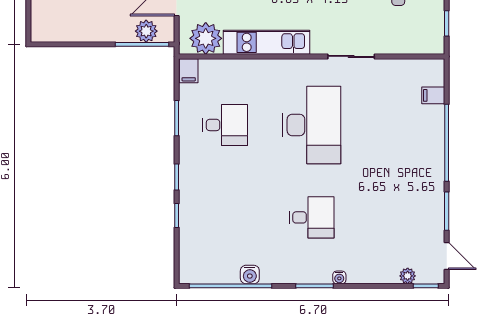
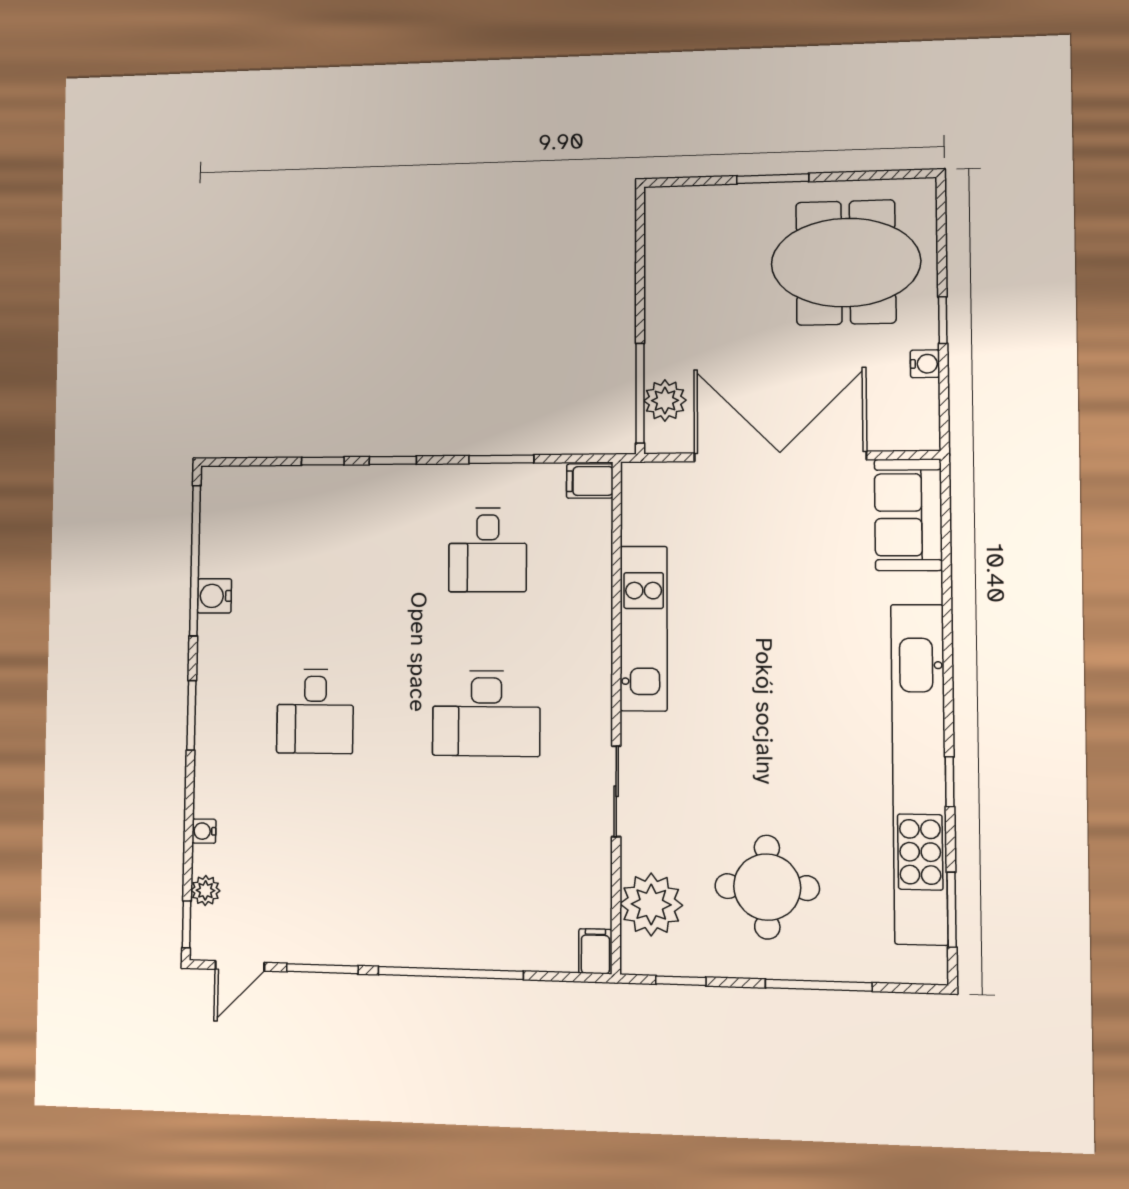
plant: (206, 38) -> (651, 904), moved
filing cabinet: (433, 95) -> (595, 951), moved
desk: (312, 125) -> (486, 713), width x0.73, depth x0.77
water cooler: (339, 277) -> (204, 831), moved

